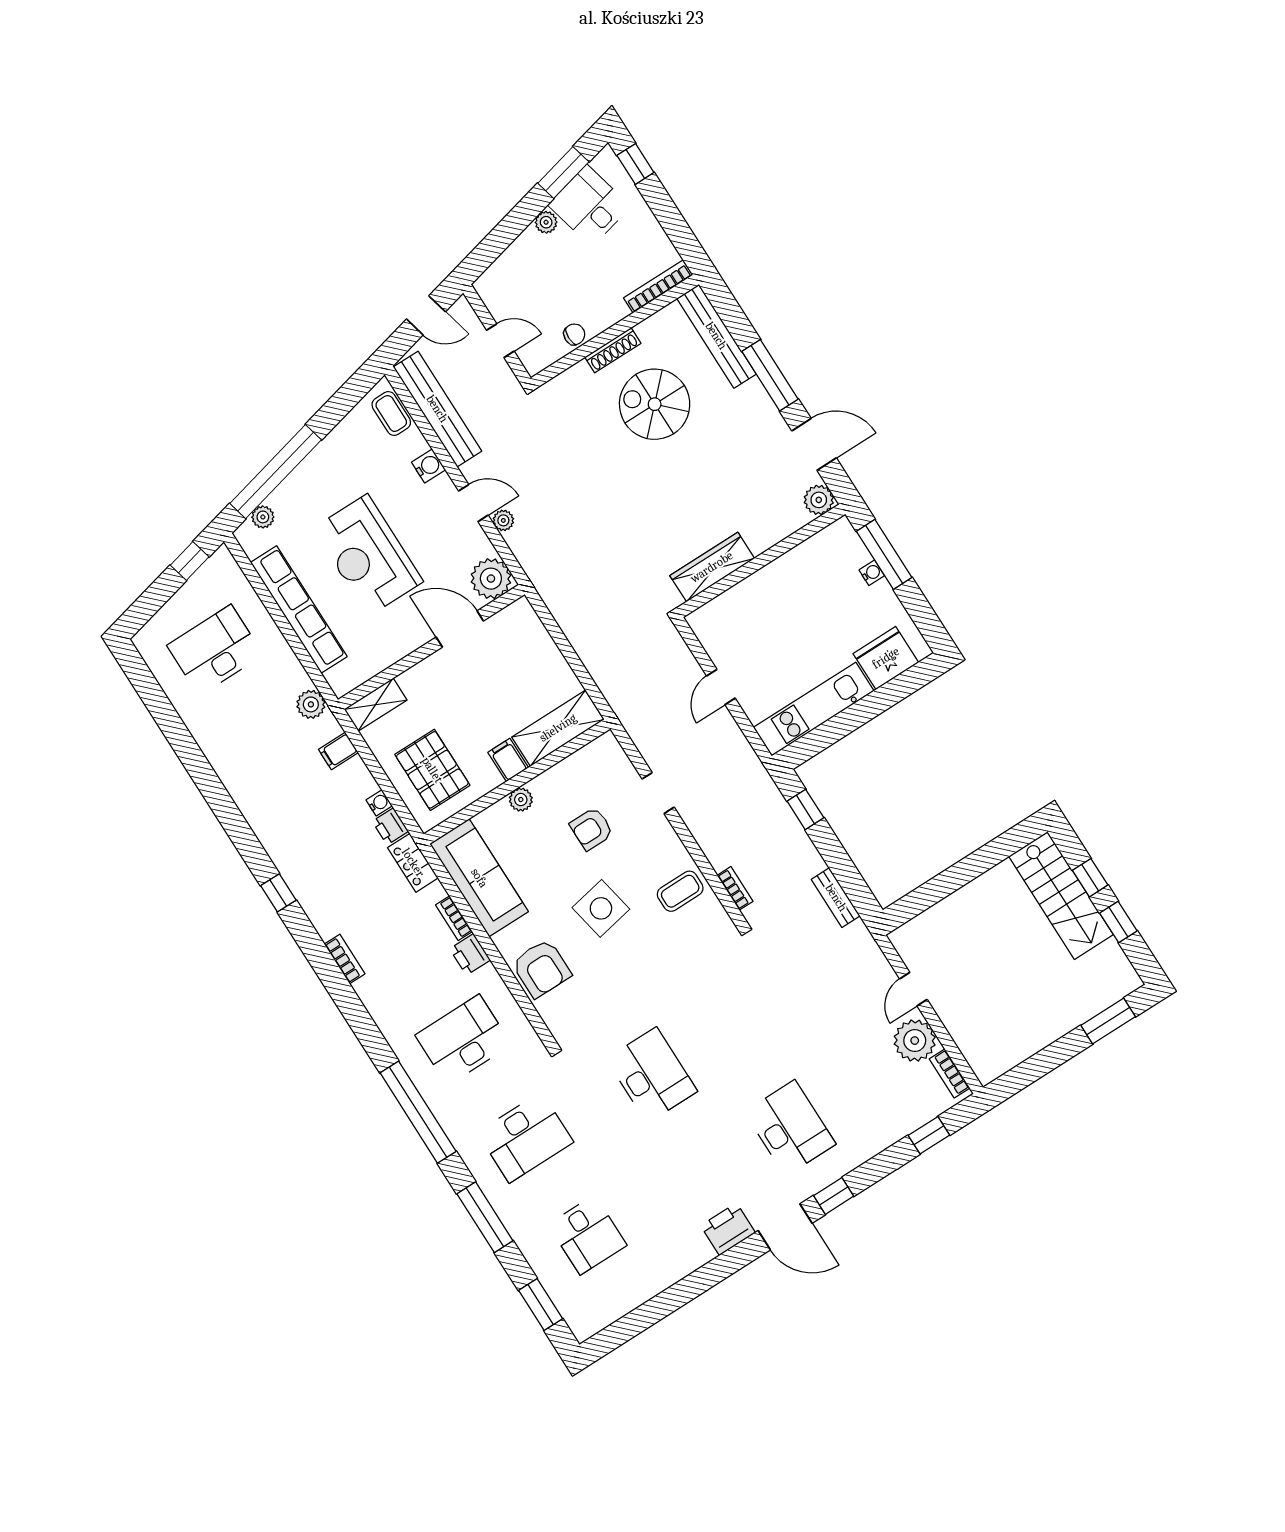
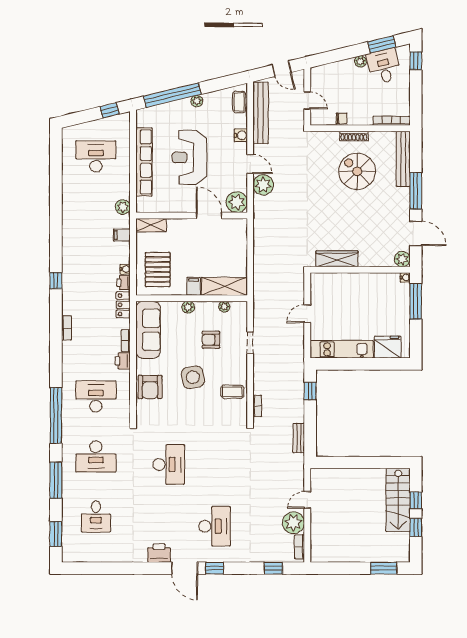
plant: (263, 517) -> (197, 101), moved
plant: (503, 520) -> (263, 185), width x1.88, depth x1.88
water cooler: (872, 573) -> (405, 277), moved
plant: (579, 761) -> (224, 307), added

